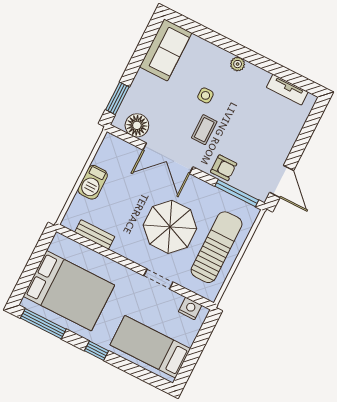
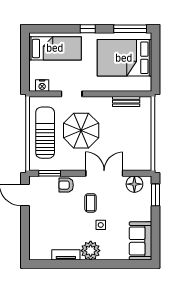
plant: (238, 64) -> (91, 251), width x1.87, depth x1.87
tv unit: (287, 90) -> (66, 255), moved
barbecue: (93, 182) -> (144, 134), removed
window: (237, 193) -> (50, 173), width x0.69
sun lounger: (217, 247) -> (45, 133), turned 180

